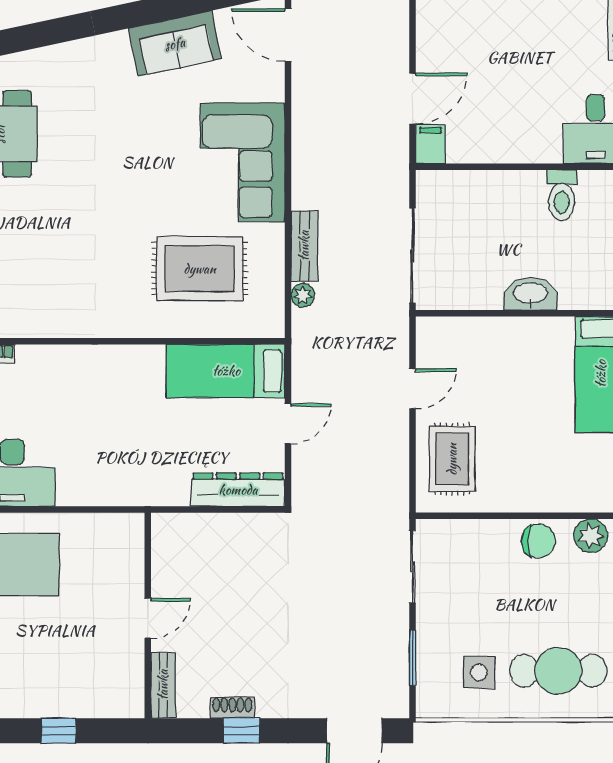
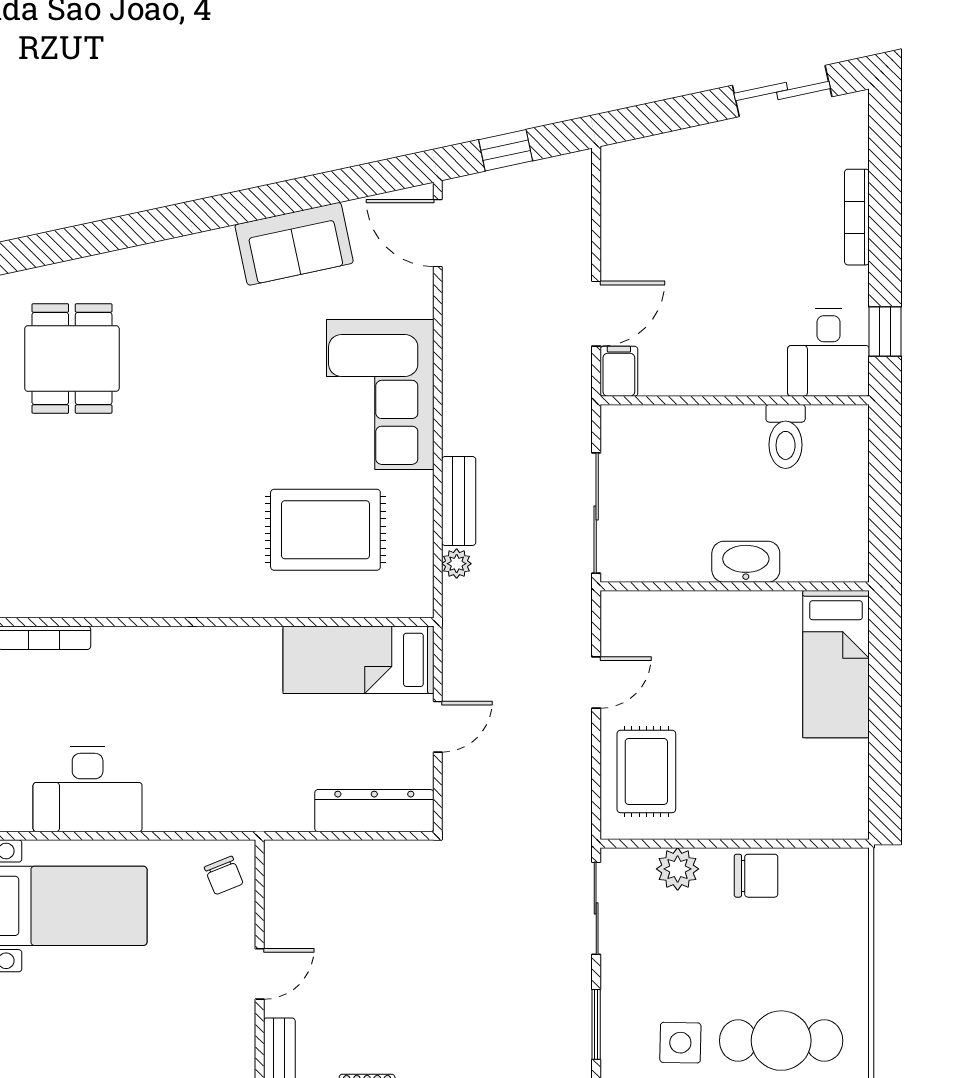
plant: (591, 536) -> (678, 869), moved
chair: (119, 541) -> (224, 875), added

